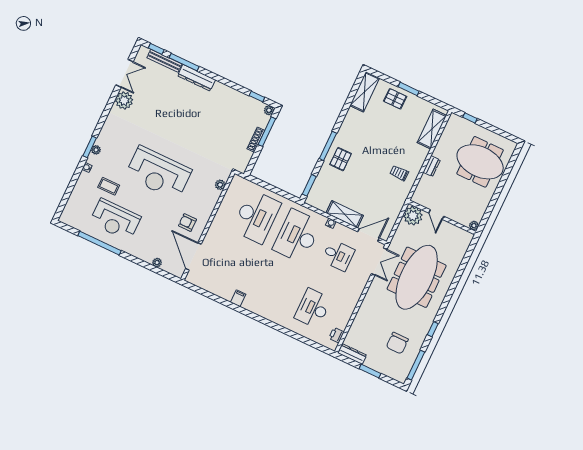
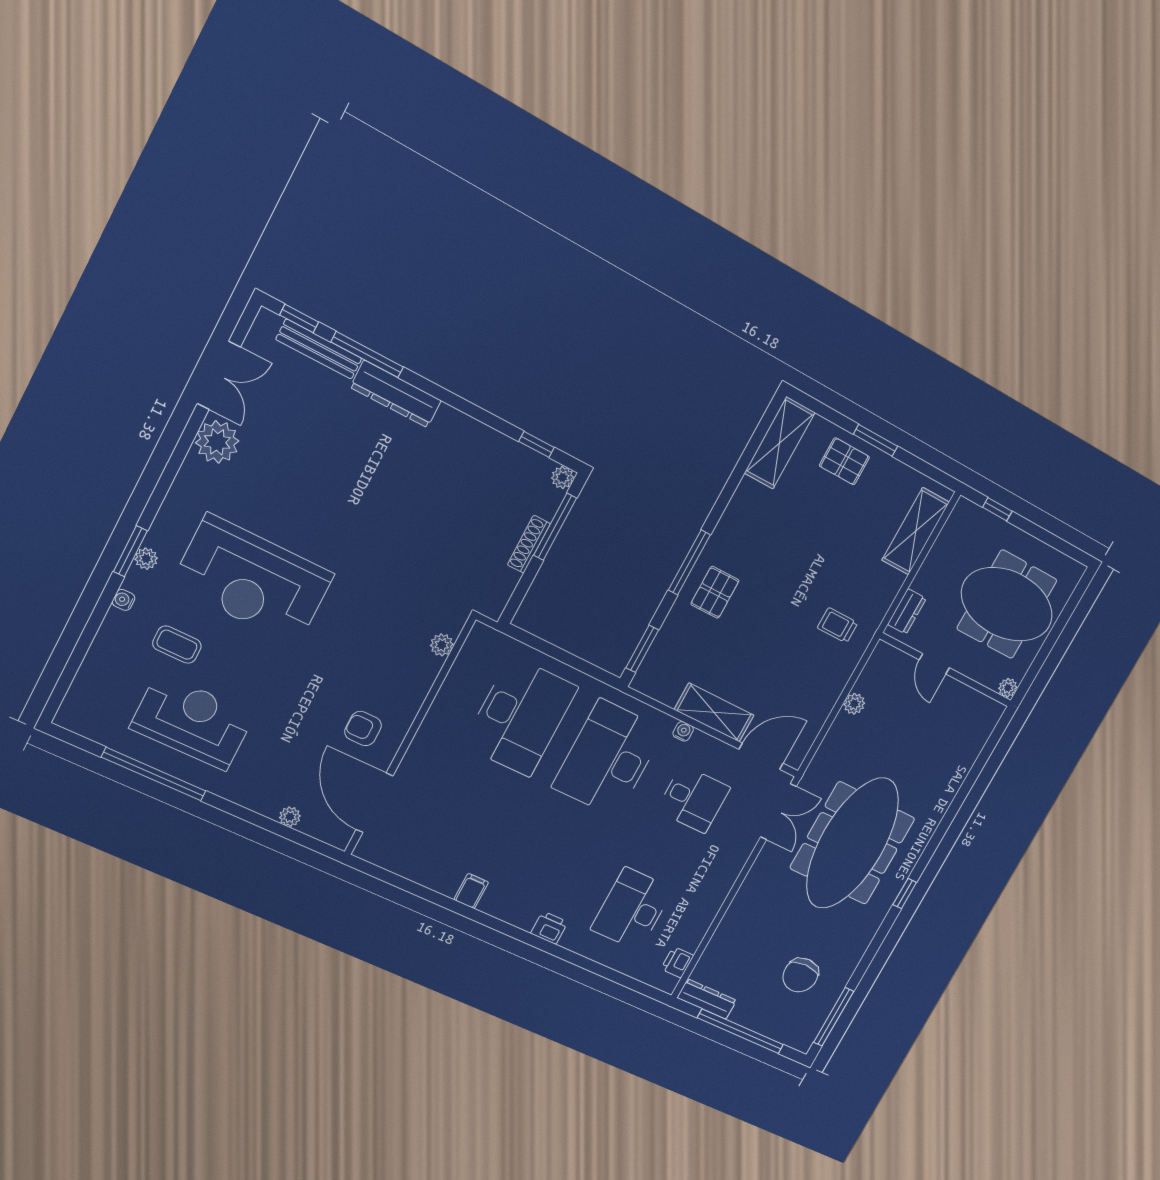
reception desk: (158, 173) -> (253, 580), moved
door: (436, 215) -> (934, 664), moved
plant: (413, 216) -> (854, 704), width x0.53, depth x0.53
wall: (442, 217) -> (946, 670), moved
reception desk: (115, 220) -> (192, 721), turned 180
plant: (474, 226) -> (1008, 688), moved
printer: (275, 317) -> (549, 928), added
window: (433, 329) -> (905, 894), moved
window: (370, 371) -> (740, 1031), width x2.11

